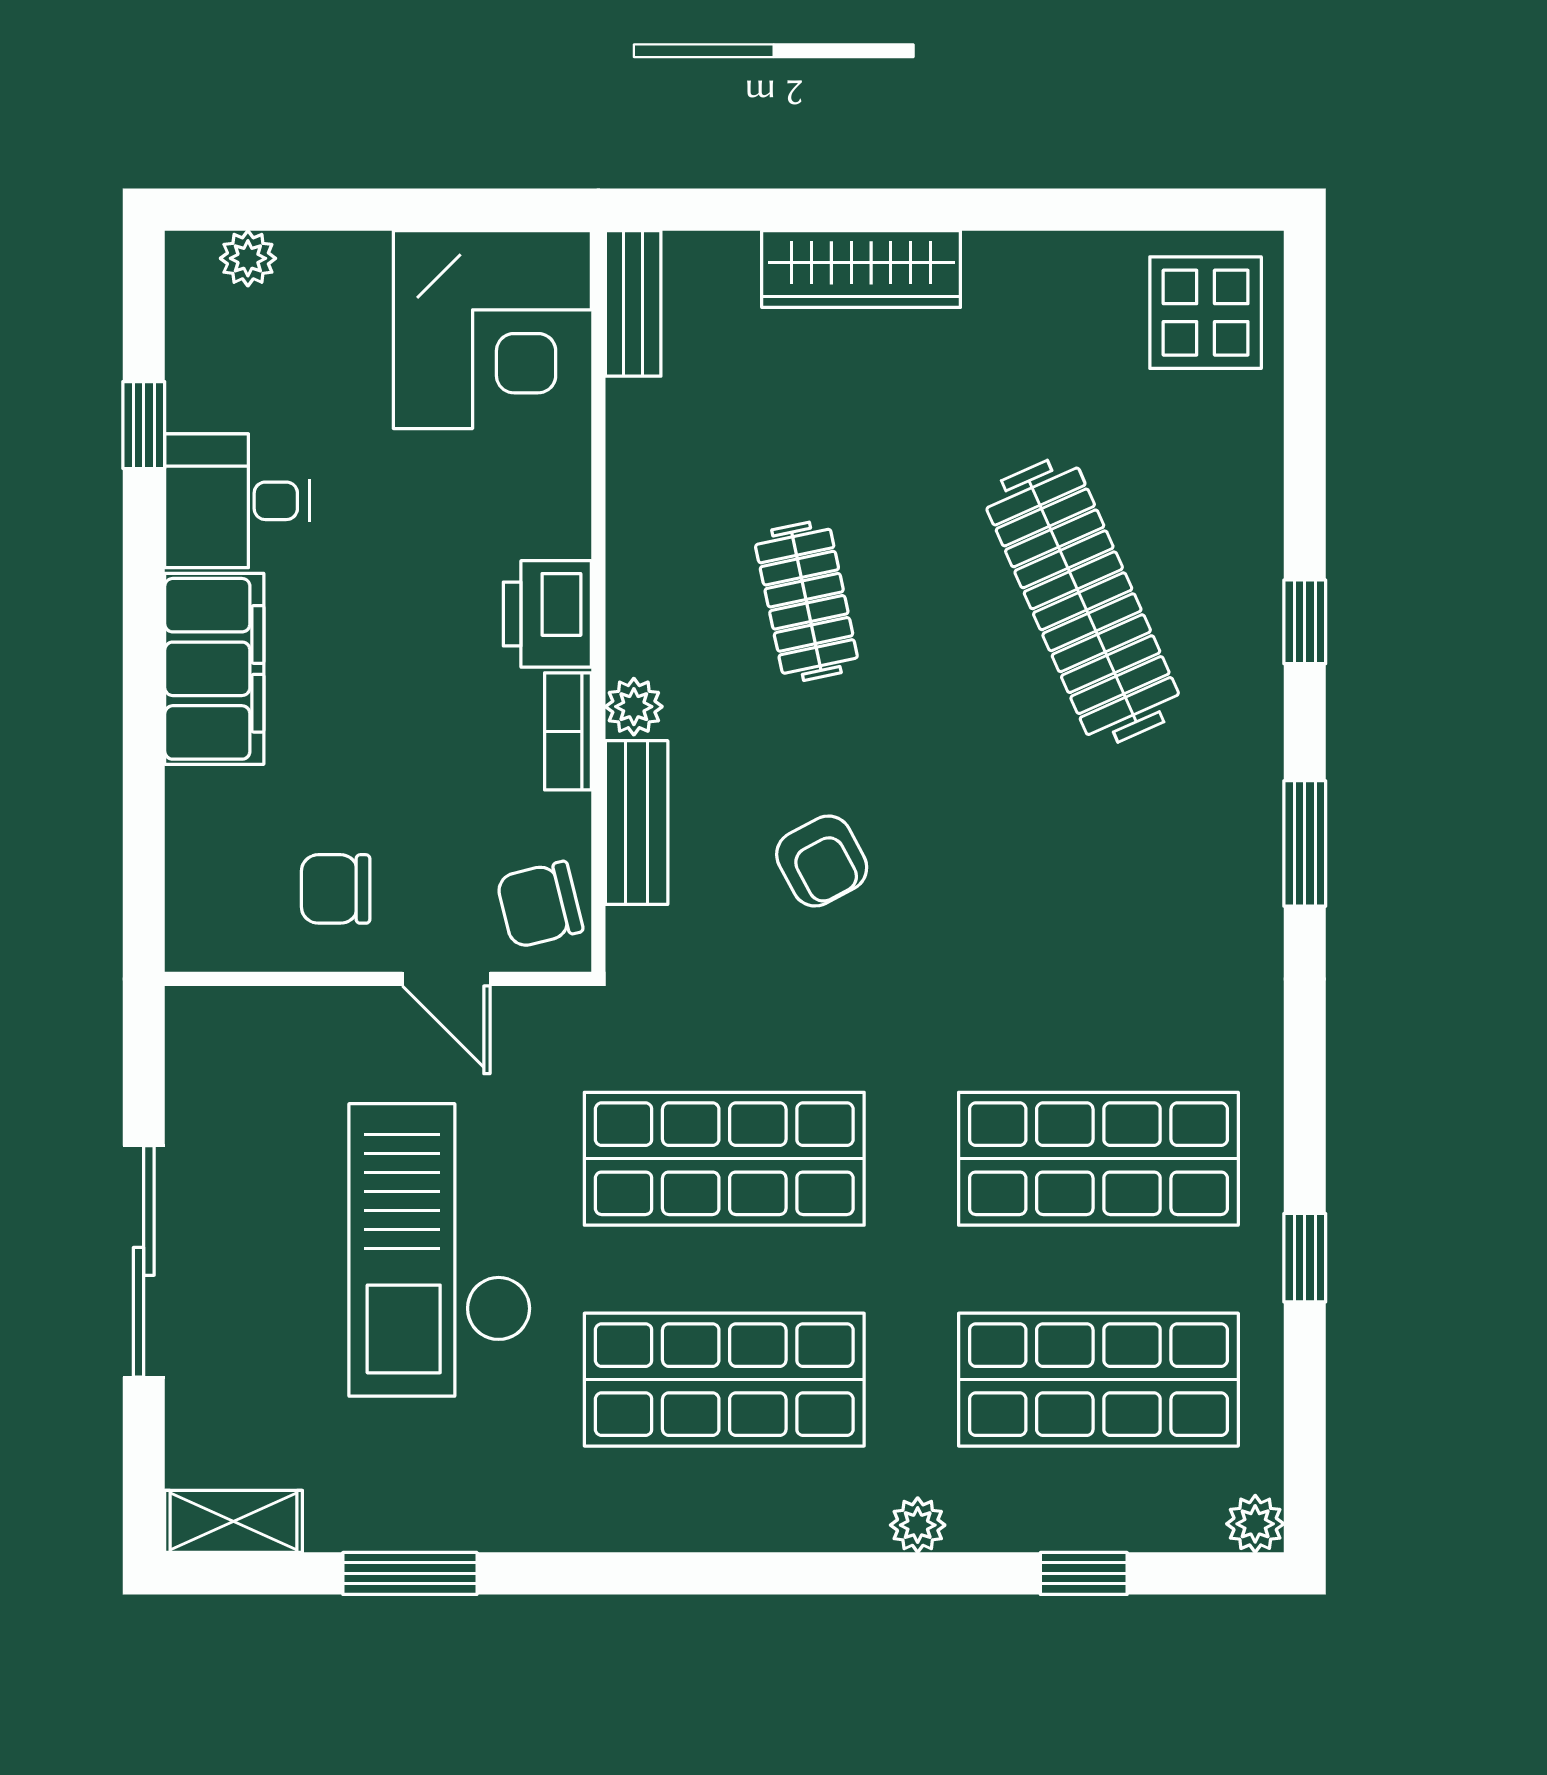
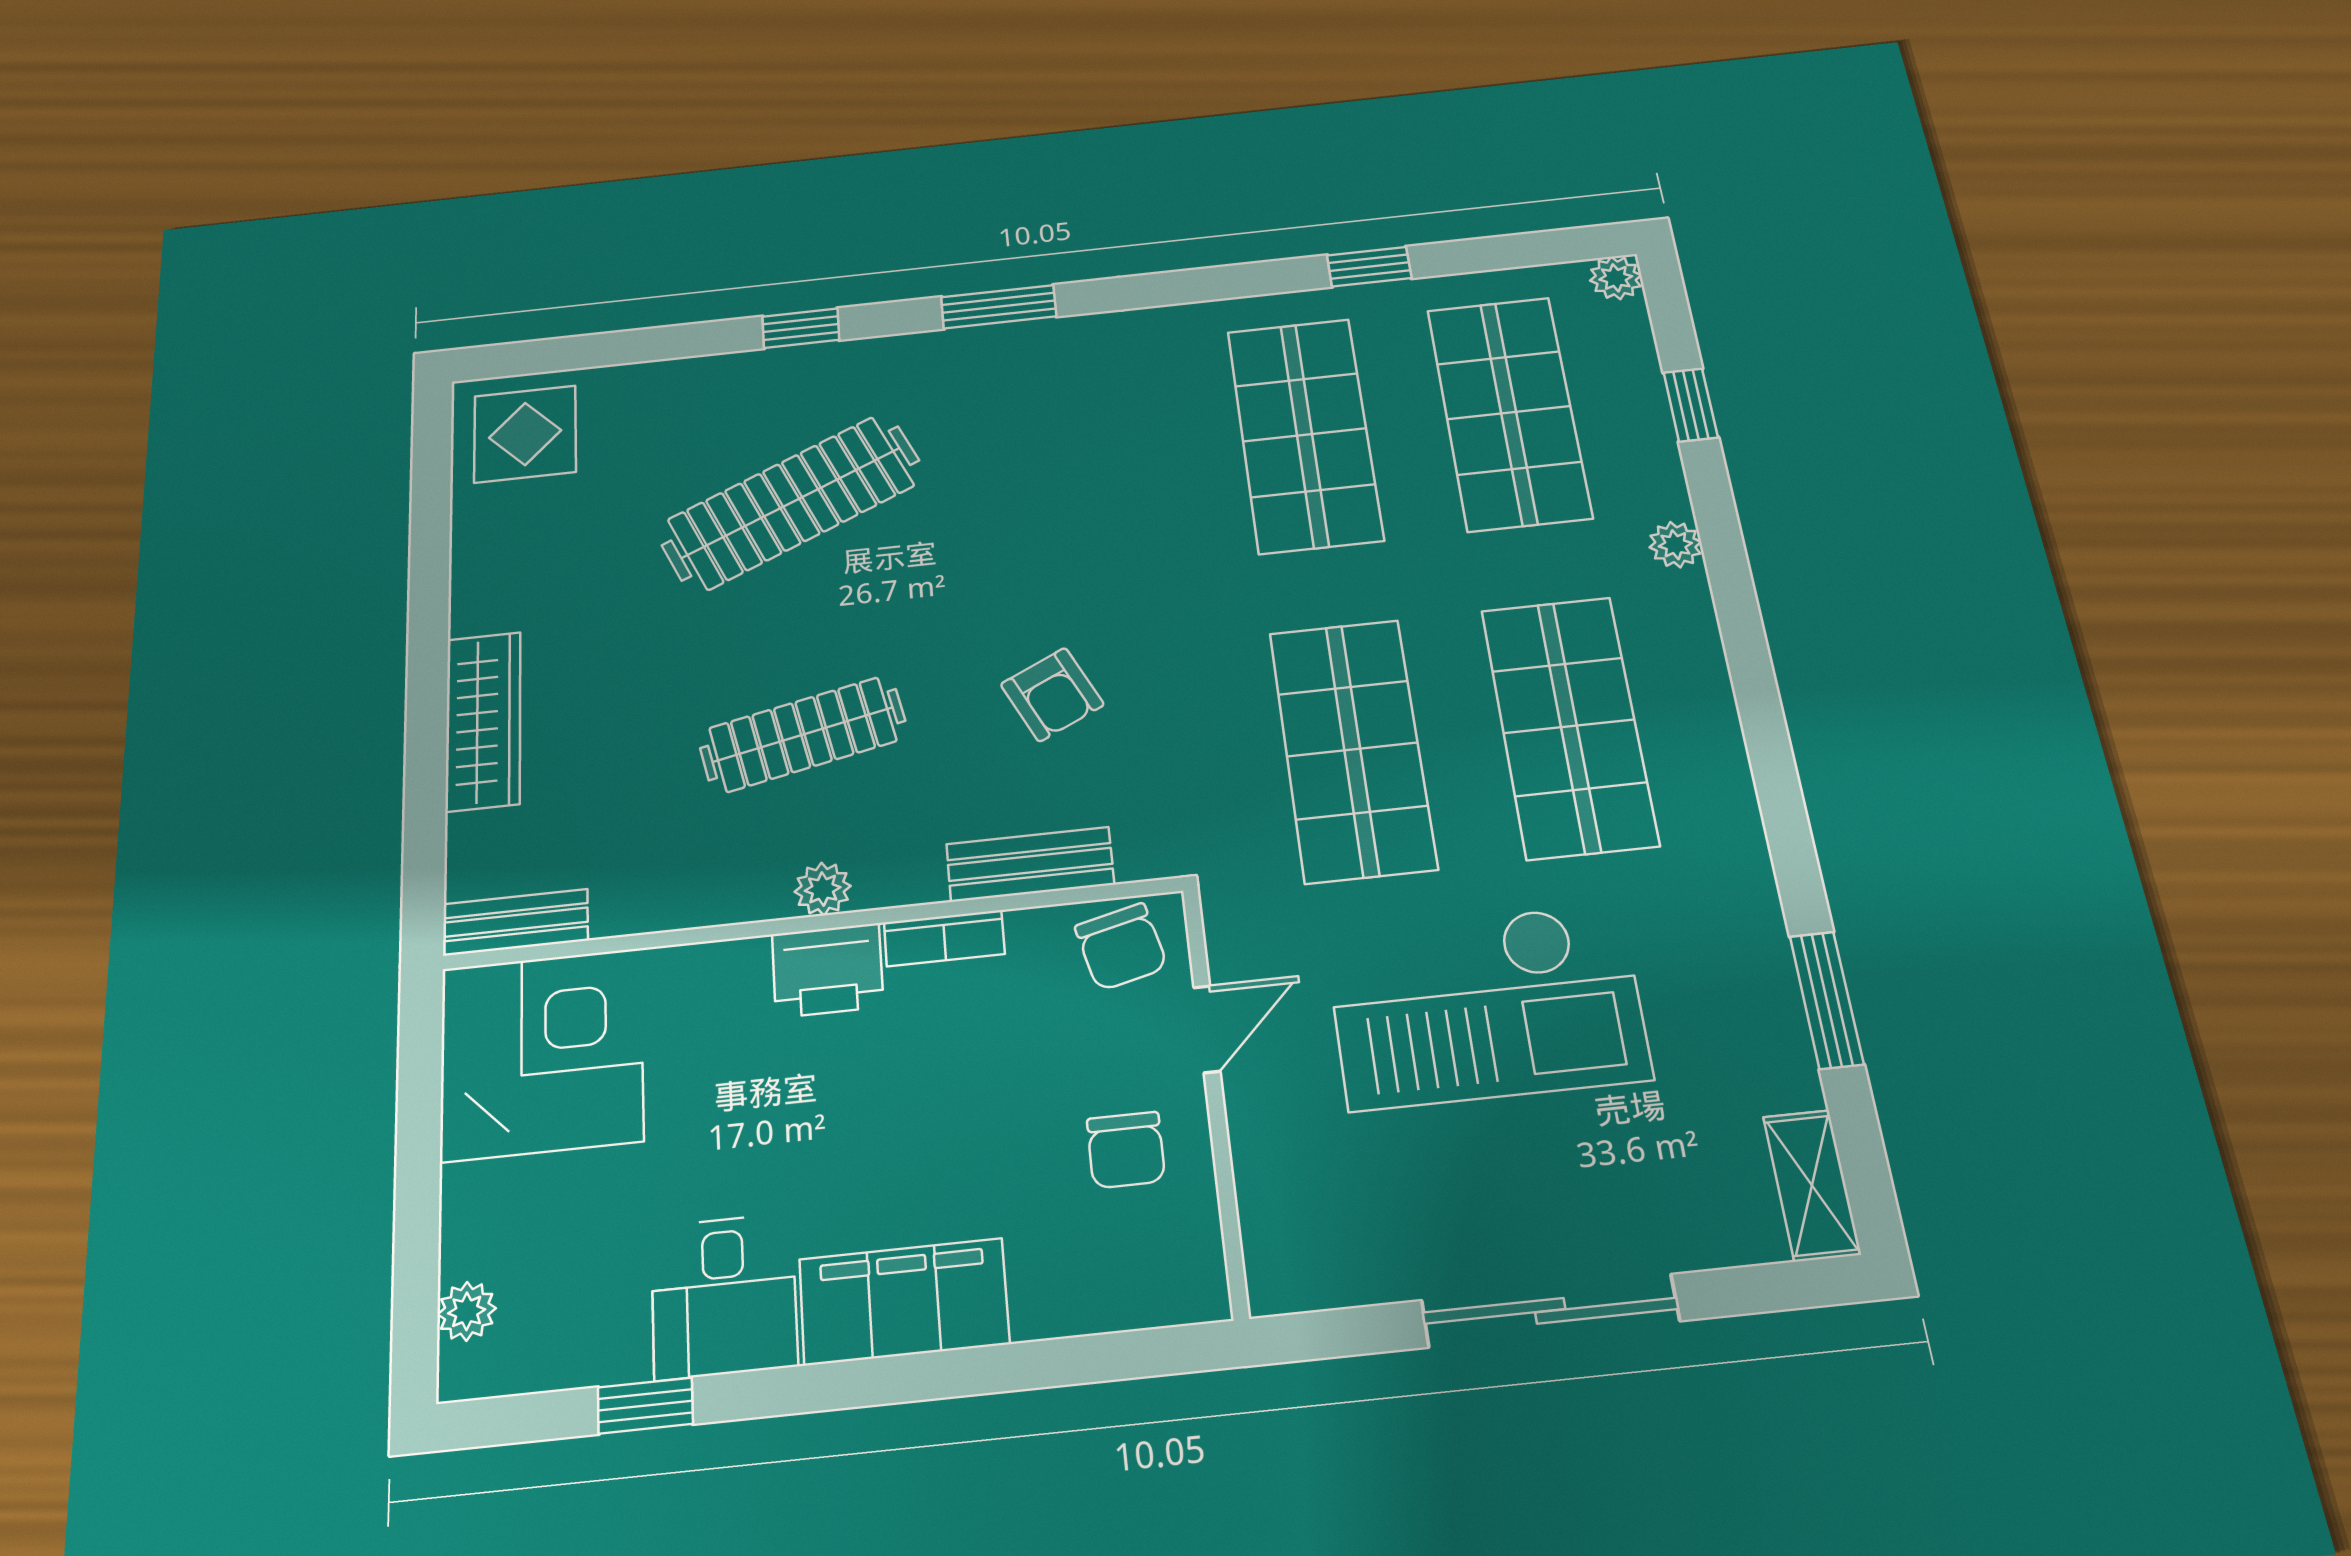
clothes rail: (806, 601) -> (803, 734), width x1.36
plant: (634, 707) -> (823, 889), moved
armchair: (822, 861) -> (1052, 694), turned 92

